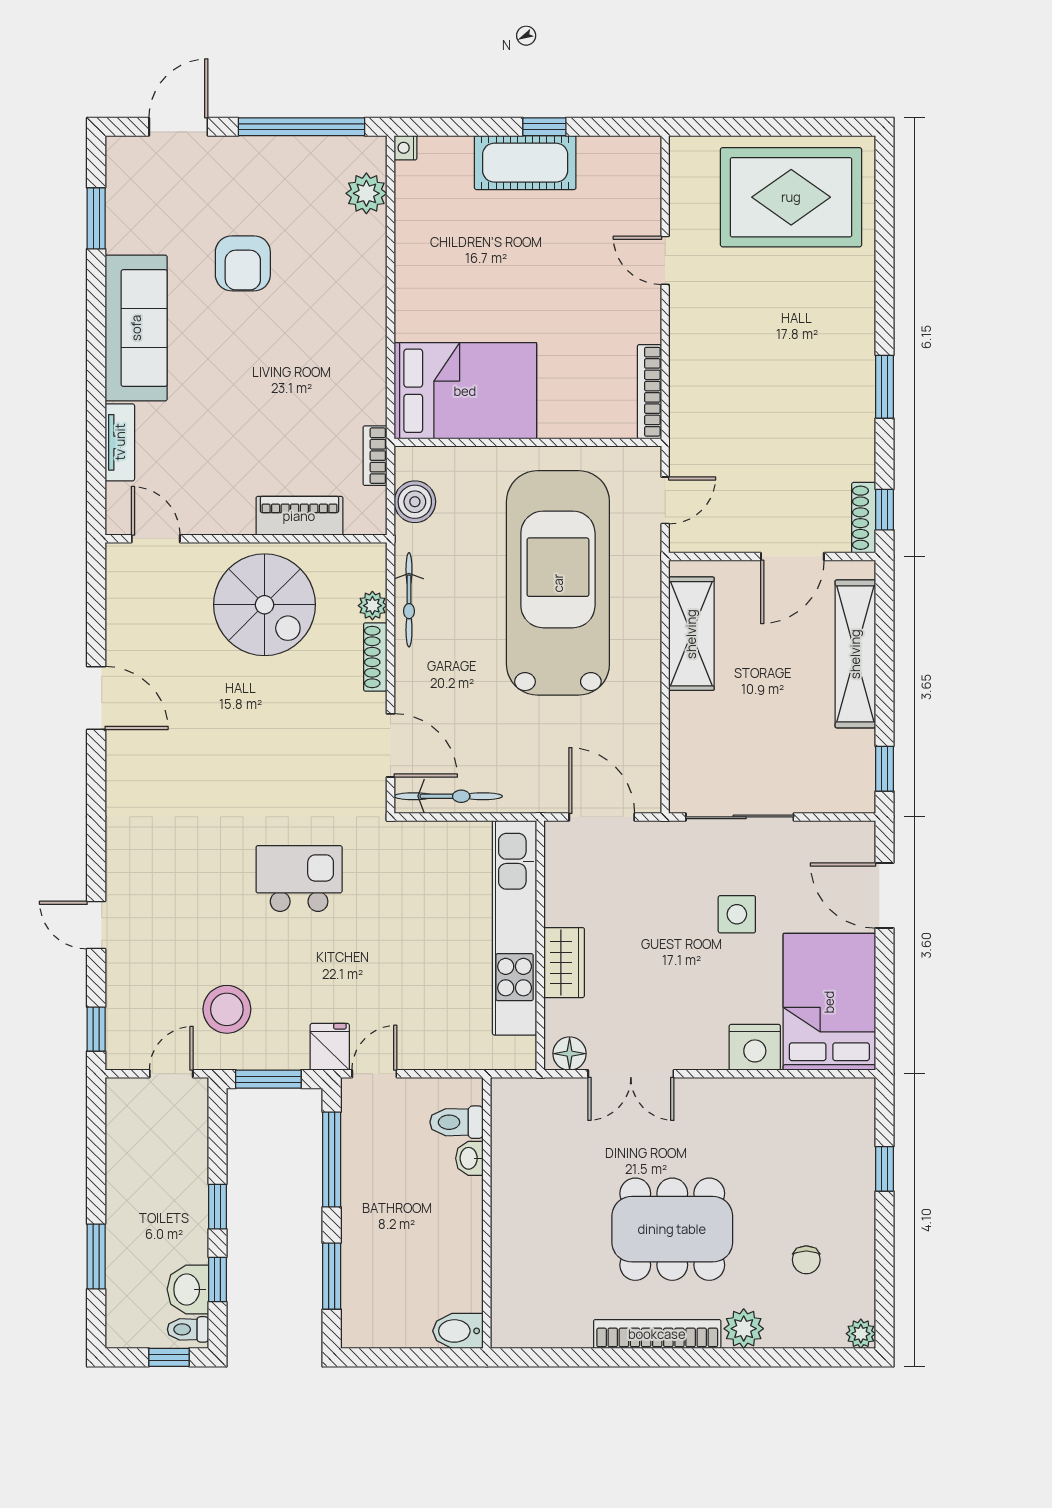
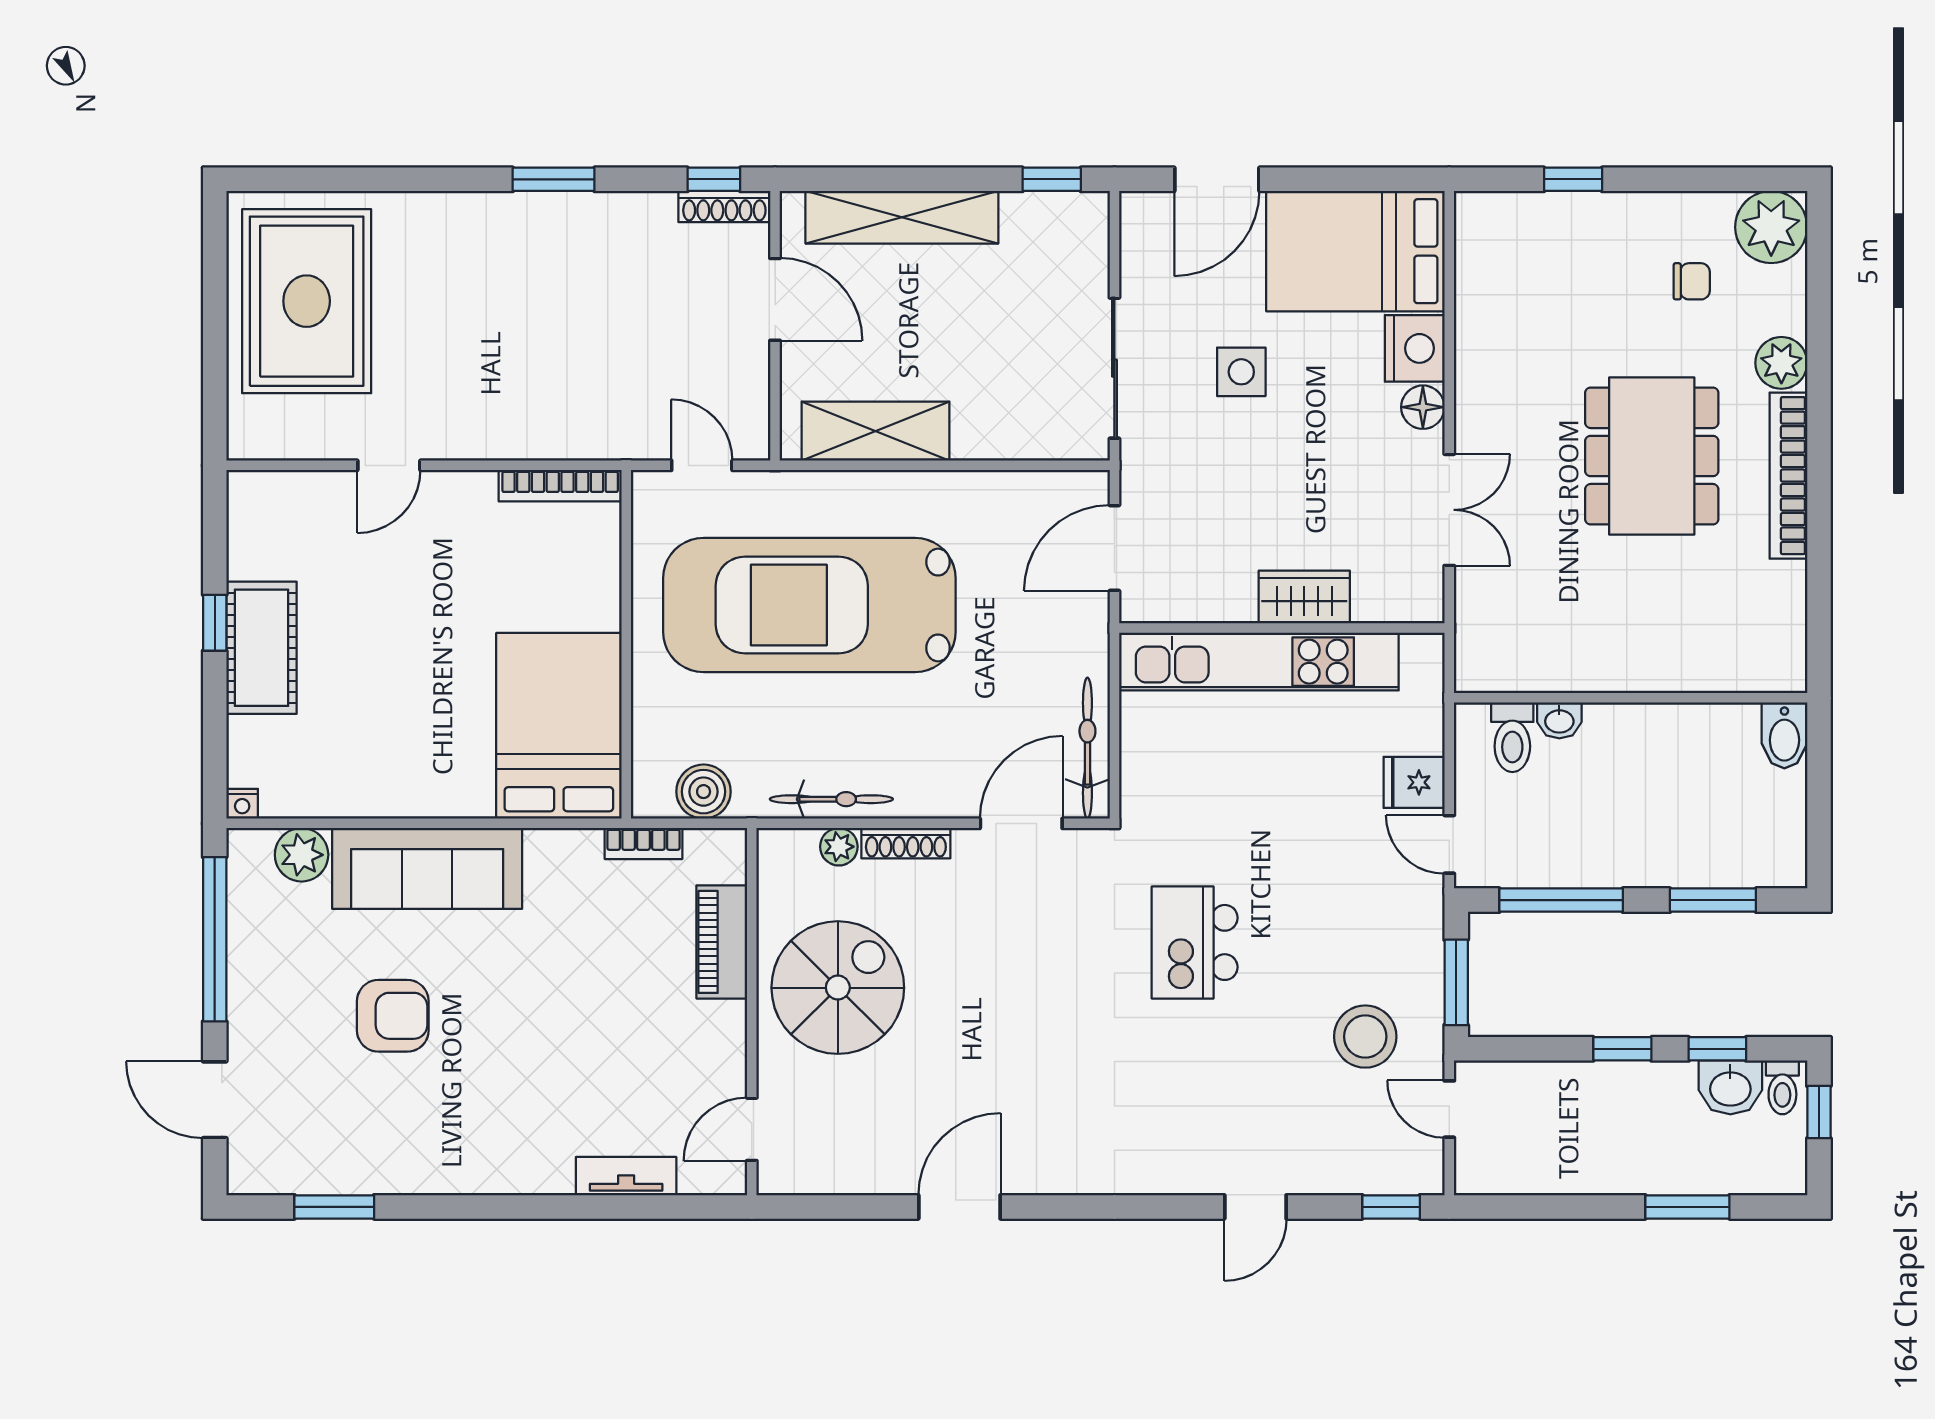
sofa: (136, 328) -> (427, 868), moved, turned 180
fridge: (330, 1047) -> (1414, 782), moved
floor lamp: (570, 1054) -> (1423, 407), moved
plant: (861, 1334) -> (1771, 227), width x1.87, depth x1.87

